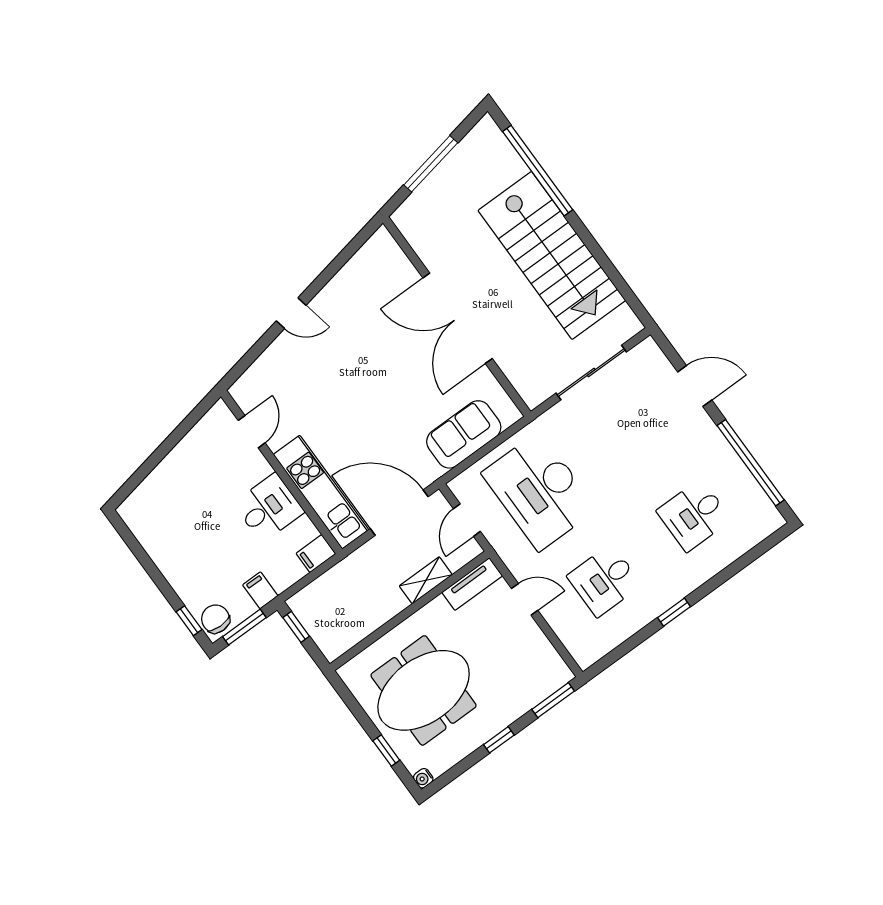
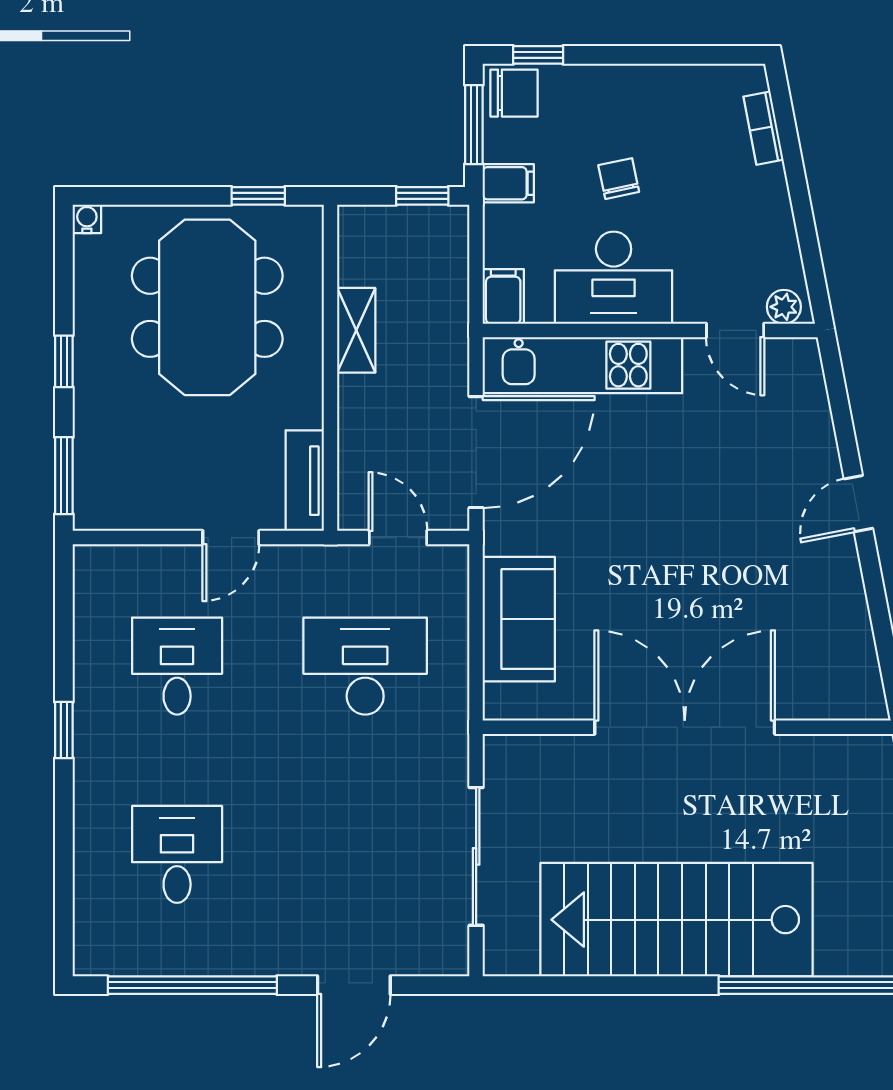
plant: (224, 417) -> (784, 307), added
bookcase: (146, 488) -> (763, 128), added
desk: (539, 491) -> (365, 666), width x0.73, depth x0.77
desk: (269, 508) -> (614, 278), width x1.37
chair: (220, 540) -> (619, 179), added
shelving: (426, 580) -> (356, 330), moved
window: (386, 751) -> (258, 196), moved

